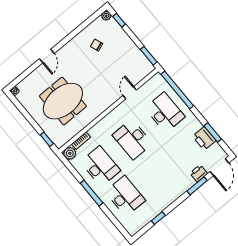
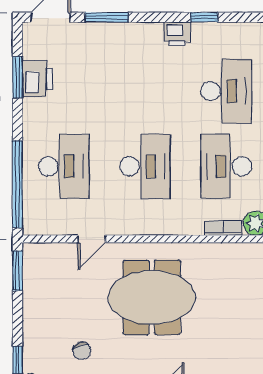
meeting table: (63, 101) -> (152, 297), moved
desk: (165, 112) -> (64, 166), turned 180
printer: (199, 173) -> (177, 34), moved
desk: (125, 196) -> (226, 91), turned 180

